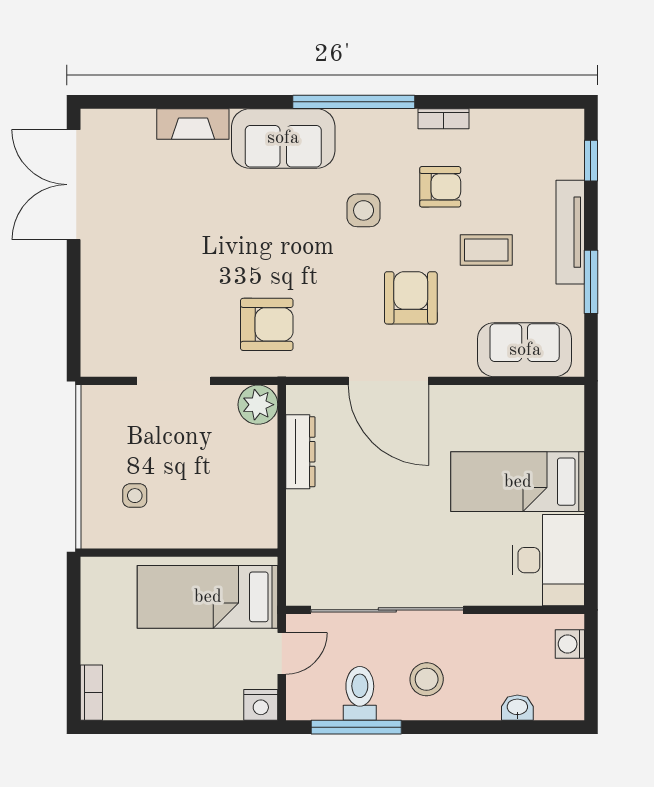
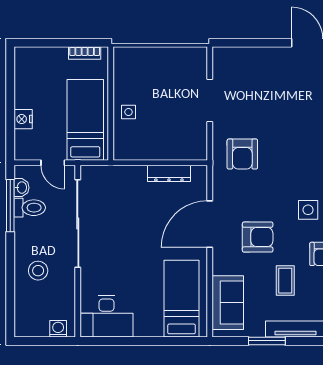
plant: (258, 405) -> (196, 149), removed
bed: (518, 482) -> (182, 299), moved
side table: (135, 496) -> (129, 112), moved
stool: (427, 679) -> (38, 271), moved
bookcase: (91, 693) -> (85, 53), moved
nightstand: (261, 705) -> (23, 119), moved
washbasin: (517, 708) -> (21, 188), moved

